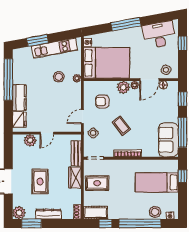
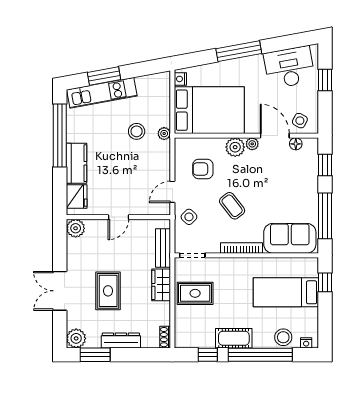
kitchen unit: (55, 48) -> (102, 93), moved
door: (149, 80) -> (275, 136), swing flipped
plant: (30, 140) -> (76, 228), moved
sofa: (168, 140) -> (290, 238), moved, turned 90
cot: (96, 213) -> (234, 338), moved

